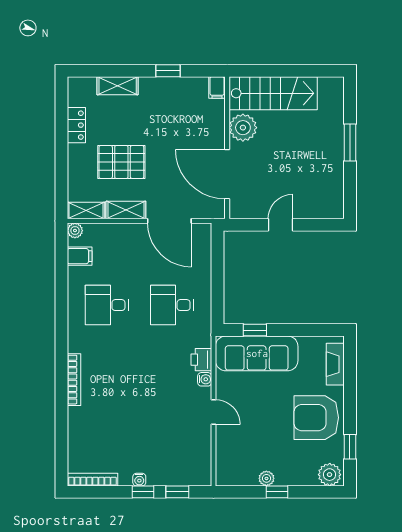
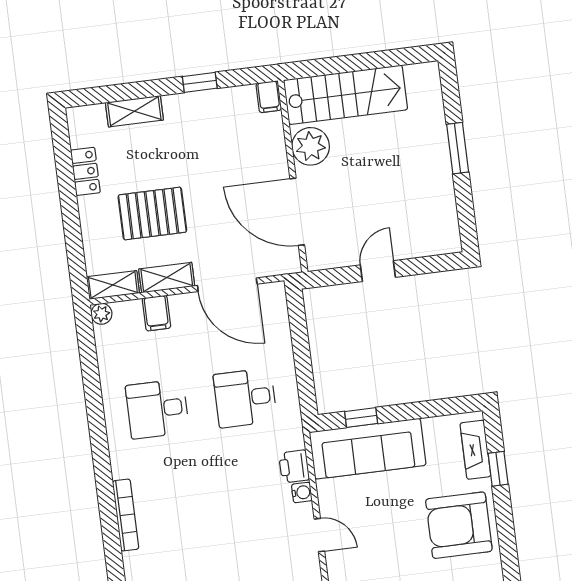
filing cabinet: (80, 256) -> (156, 313), moved, turned 90
window: (350, 447) -> (498, 469), moved

